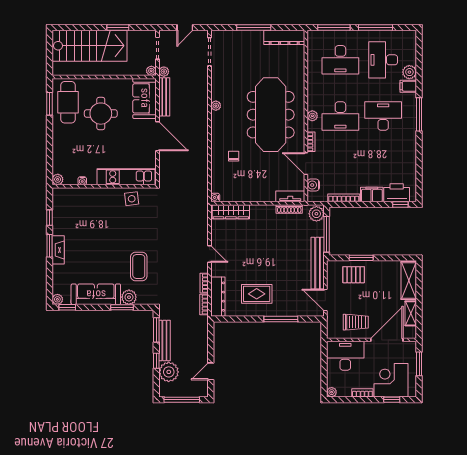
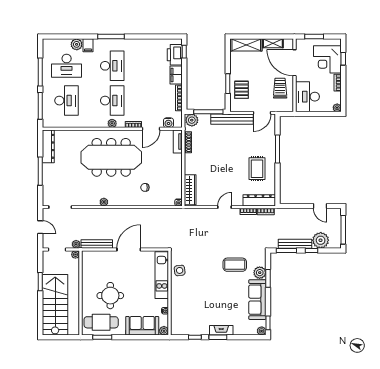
sofa: (145, 98) -> (142, 326), moved, turned 180
desk: (383, 116) -> (112, 66), turned 180

